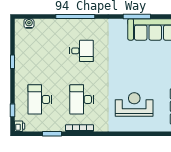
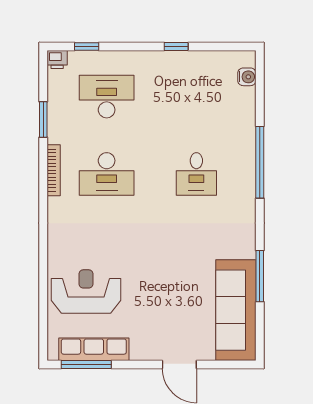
desk: (82, 99) -> (107, 174), turned 180
reception desk: (134, 104) -> (86, 292), moved, turned -90

